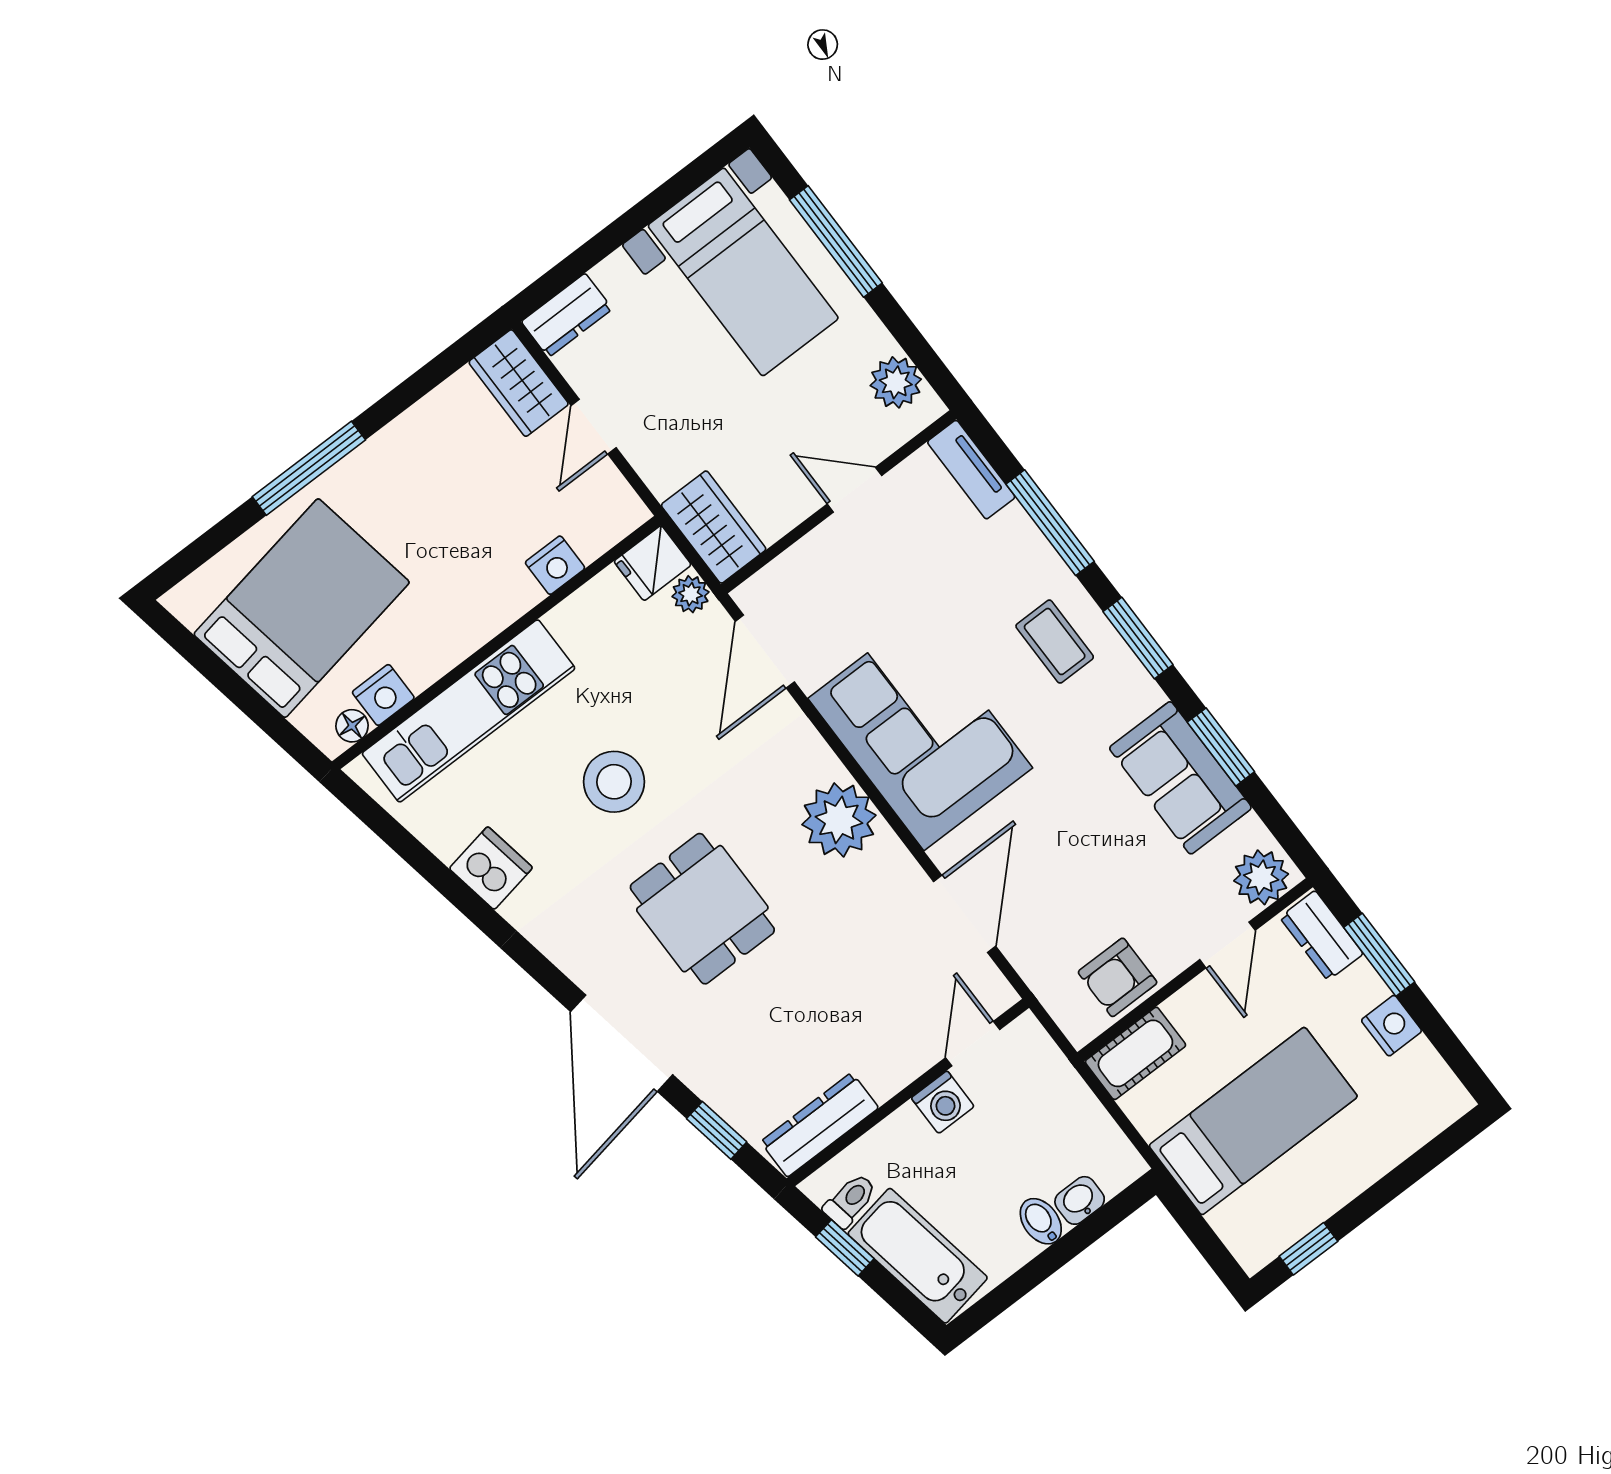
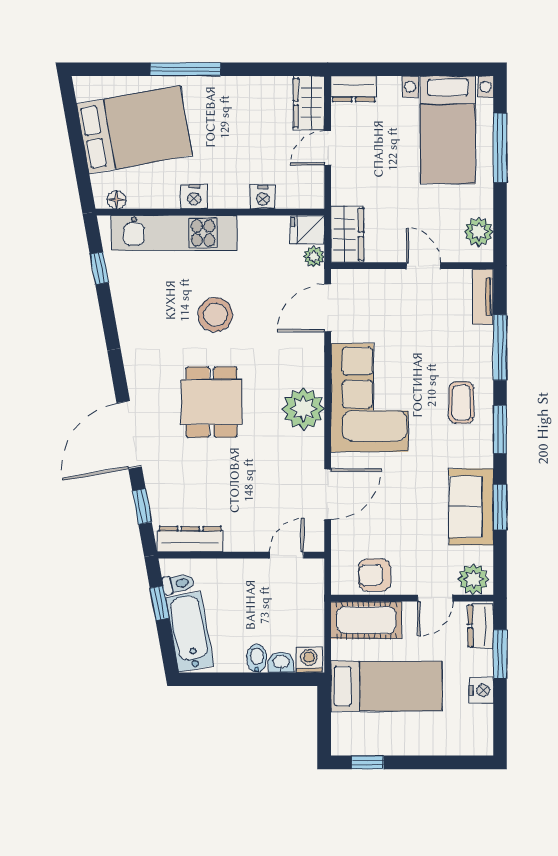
nightstand: (383, 695) -> (194, 197), moved
window: (401, 841) -> (99, 268), added
dishwasher: (491, 868) -> (130, 311), removed
cot: (1135, 1053) -> (366, 620), width x1.37, depth x1.34
washing machine: (943, 1102) -> (309, 660), moved, turned 180

